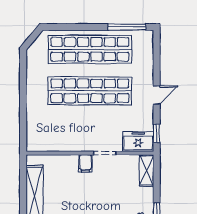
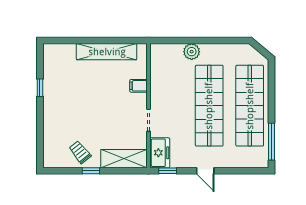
plant: (35, 109) -> (192, 52), added
filing cabinet: (85, 163) -> (138, 86), moved
shelving: (146, 170) -> (124, 159), width x1.50, depth x1.33

